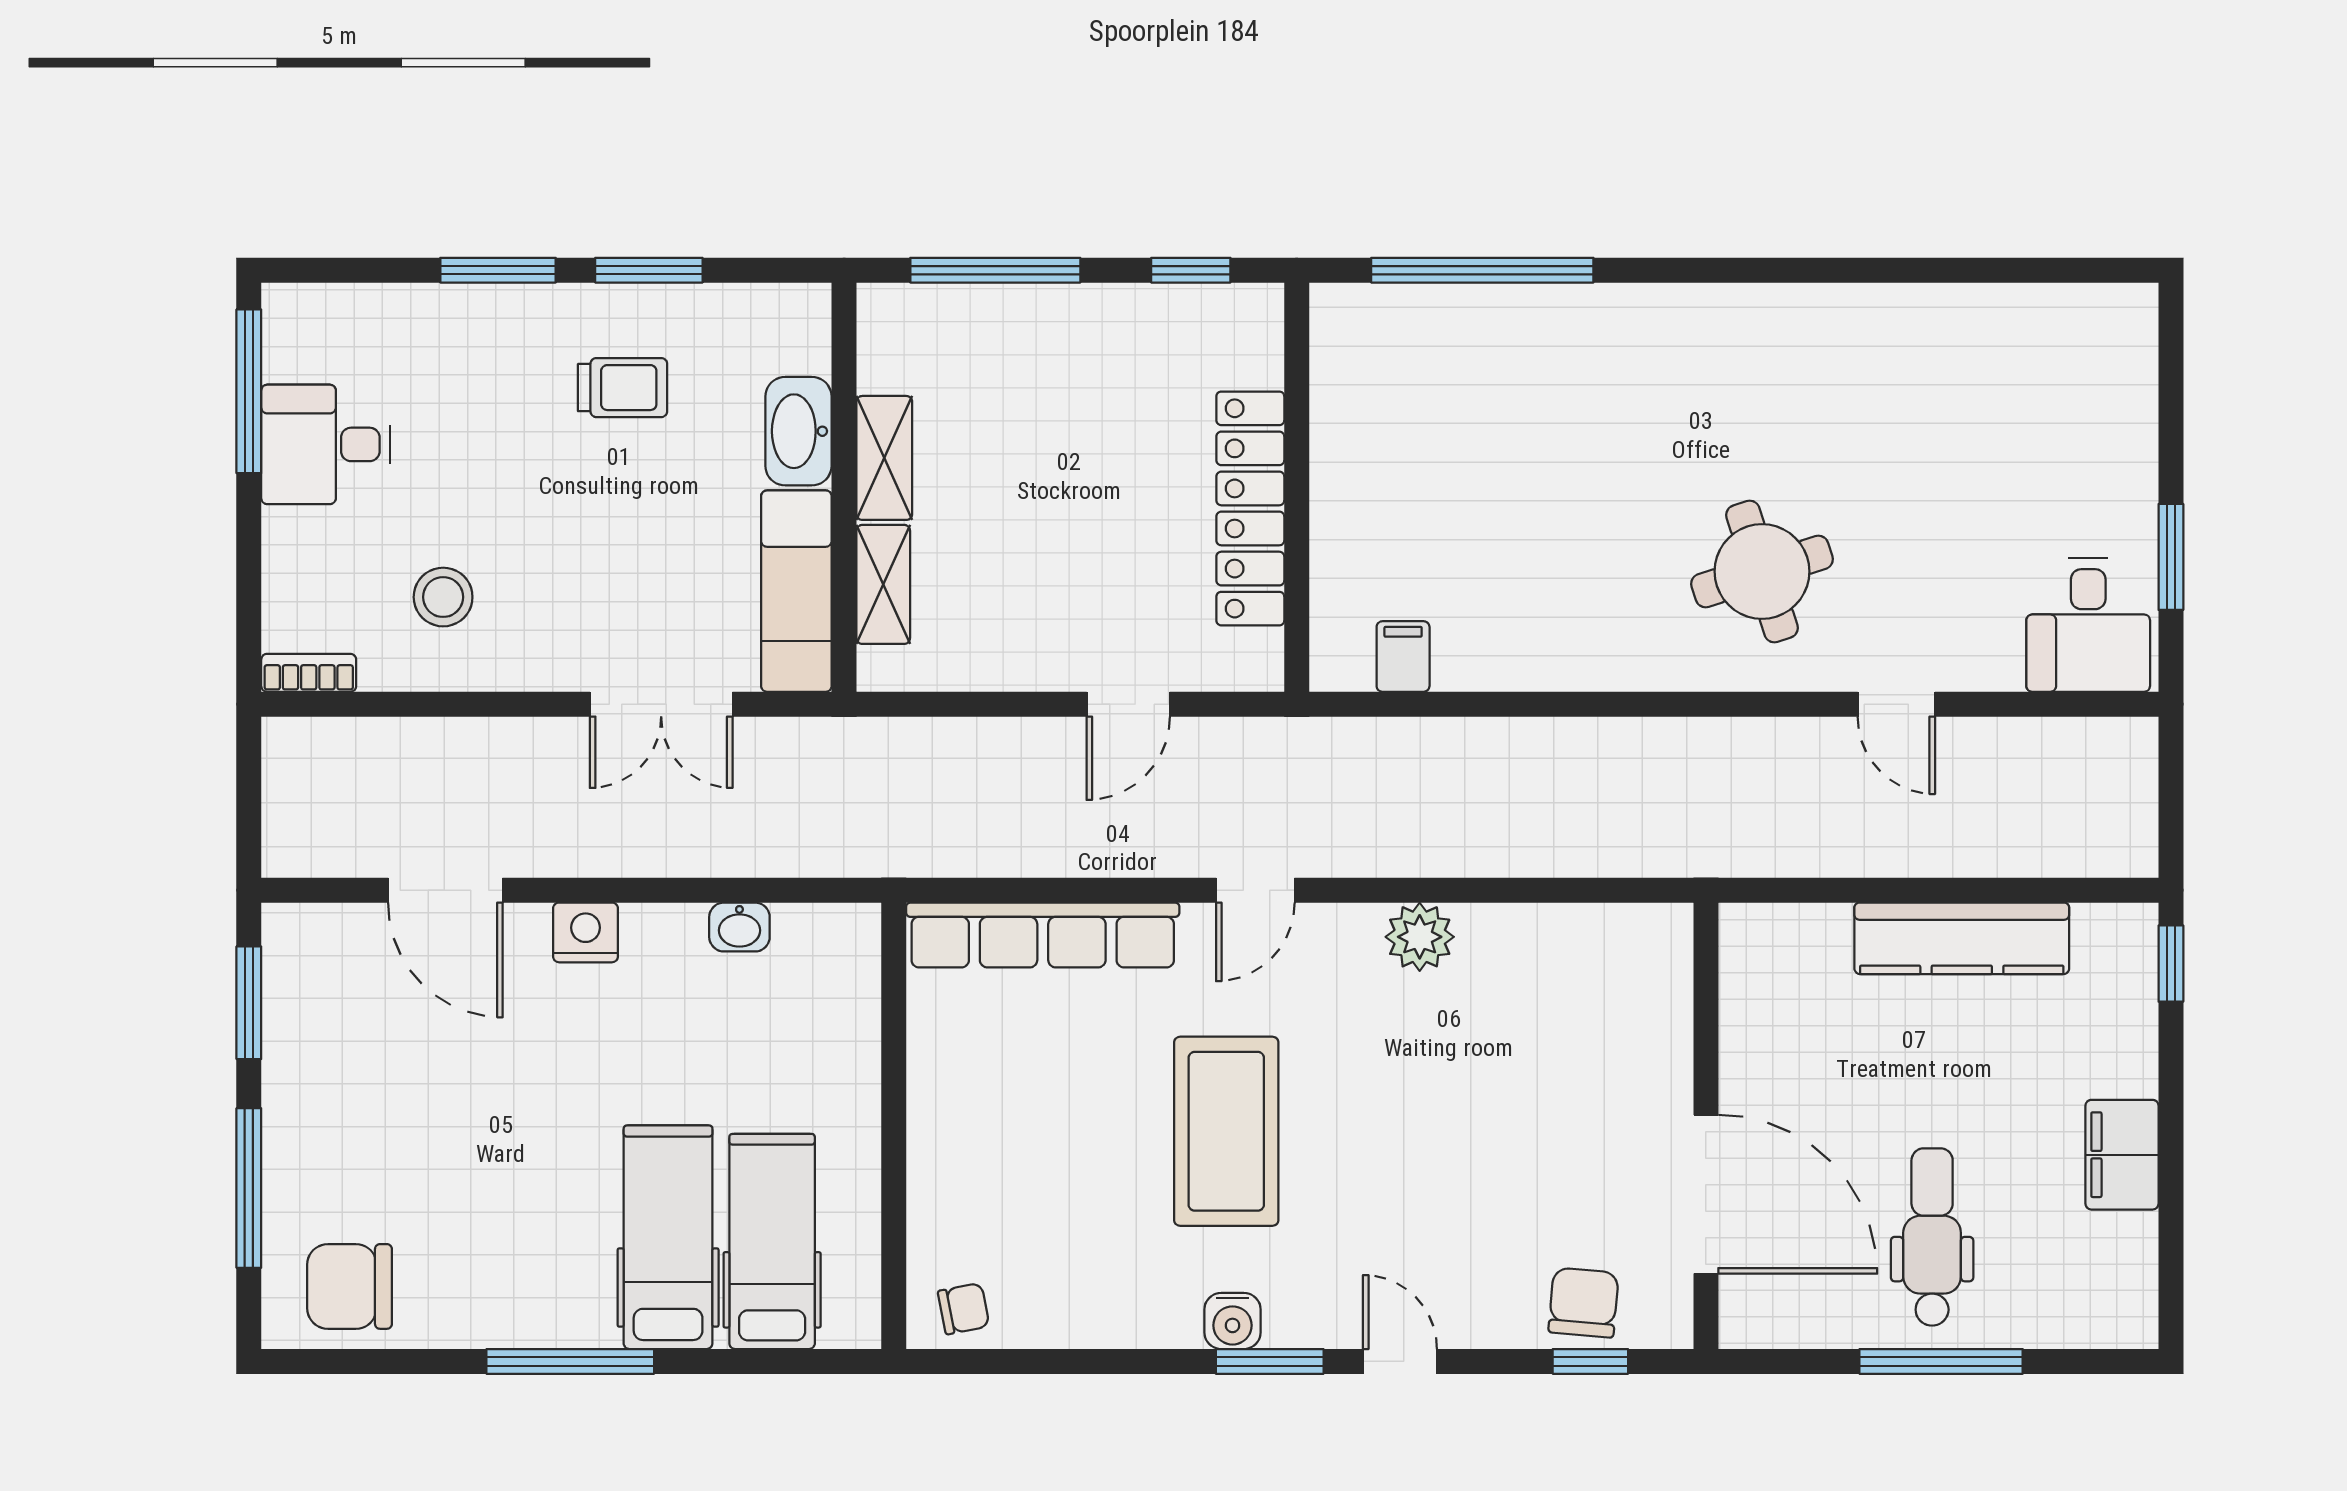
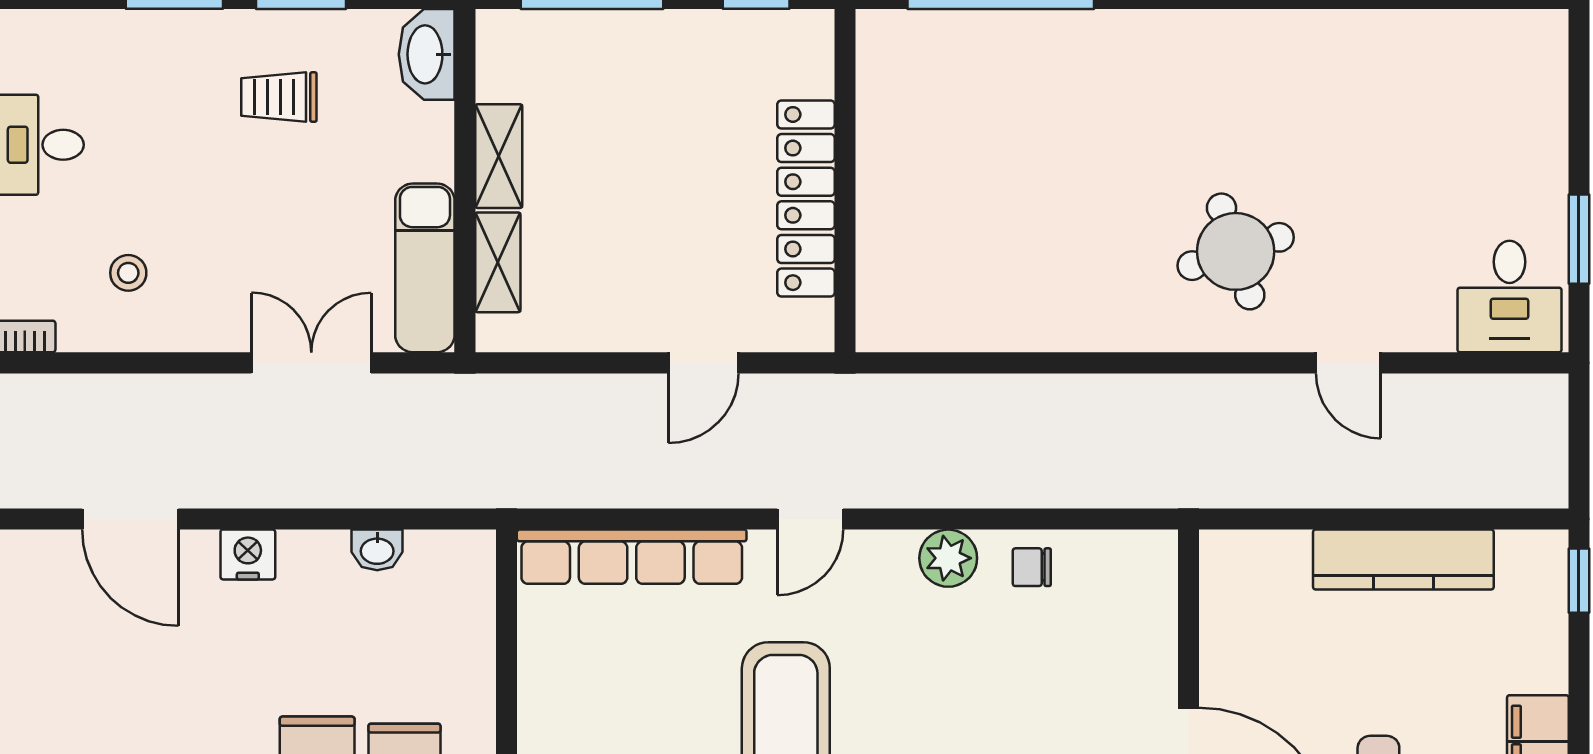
trolley: (623, 388) -> (279, 97), turned 180
washbasin: (798, 431) -> (427, 54), moved
stool: (443, 597) -> (128, 273), width x0.73, depth x0.73
filing cabinet: (1403, 656) -> (934, 323), removed
double door: (661, 704) -> (311, 363), swing flipped
chair: (1519, 948) -> (1032, 567), added

